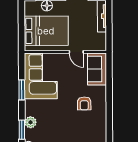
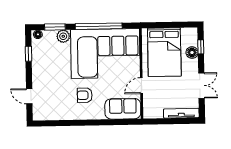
corner sofa: (41, 76) -> (105, 53), width x1.36, depth x1.36
window: (22, 90) -> (99, 26), width x2.11

